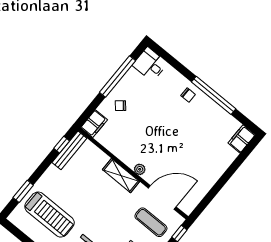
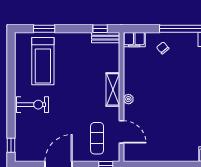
bench: (69, 150) -> (106, 38), width x0.73
door: (162, 198) -> (121, 132), width x0.73

